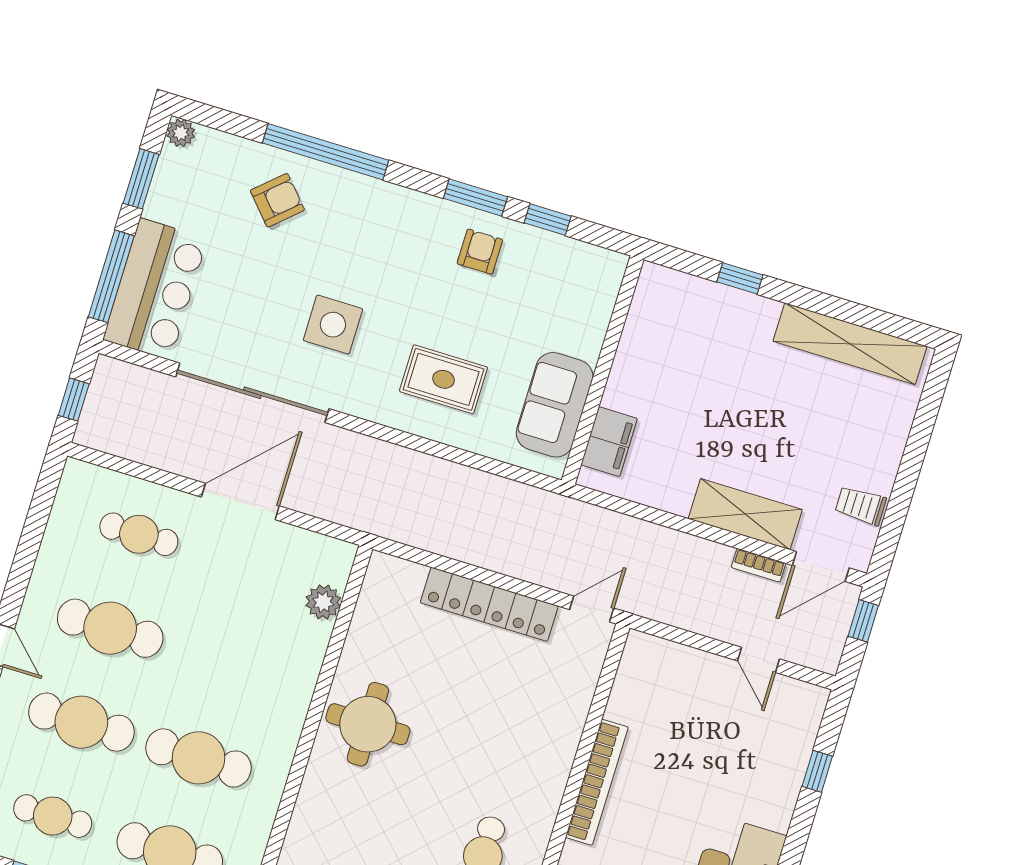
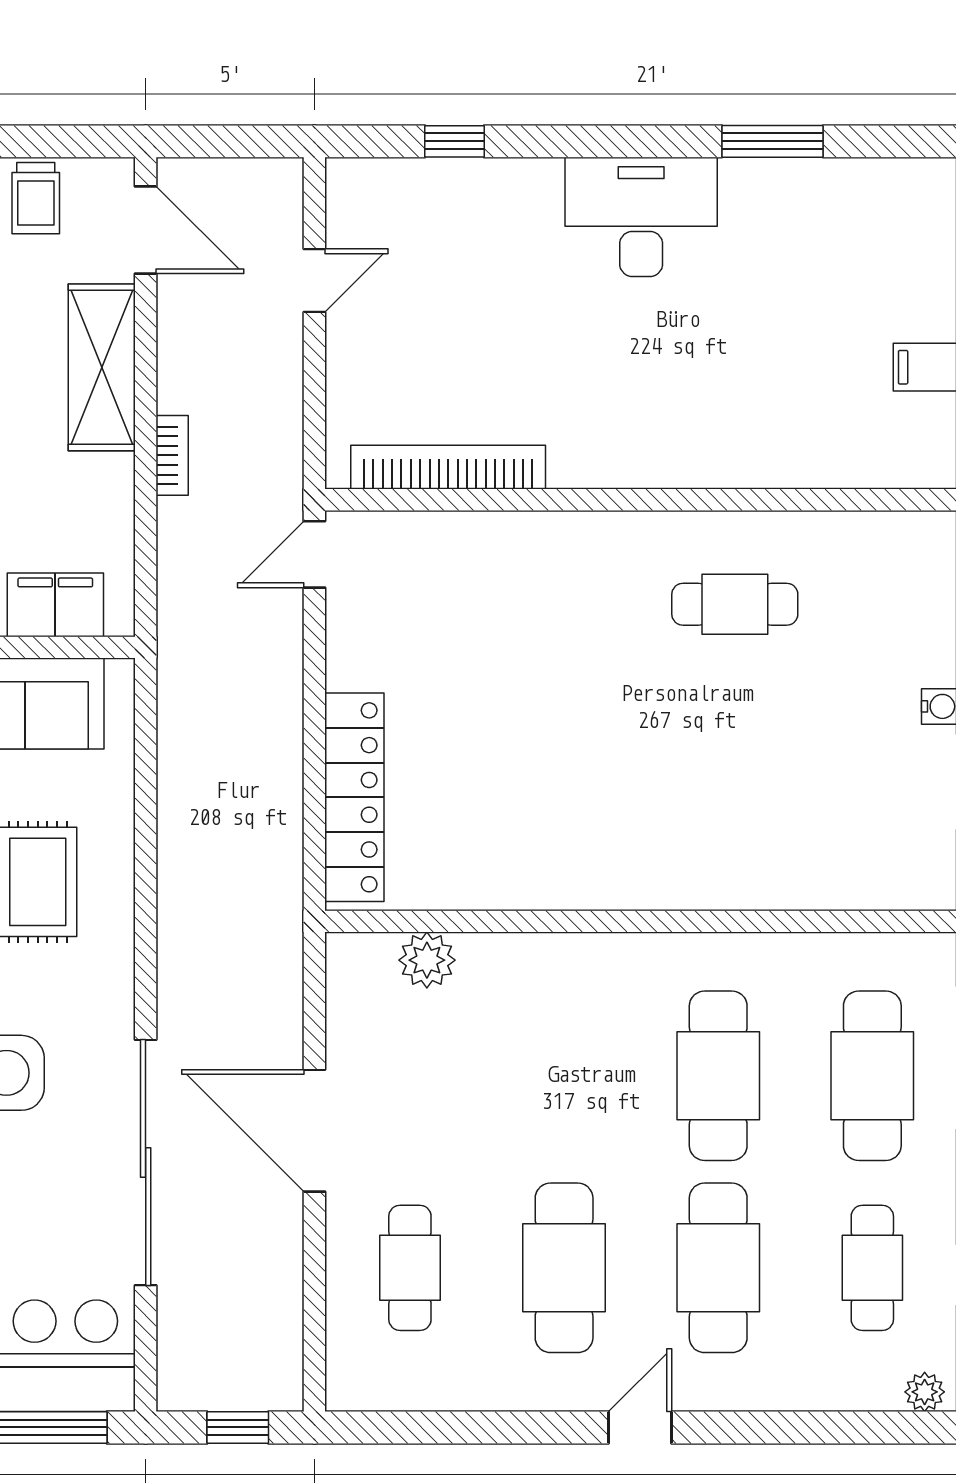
bookcase: (759, 565) -> (172, 455), moved
locker: (489, 604) -> (354, 797), moved
door: (592, 609) -> (314, 554), hinge flipped
window: (863, 621) -> (208, 141), removed
round table: (368, 724) -> (590, 837), removed
bookcase: (597, 782) -> (448, 467), moved

